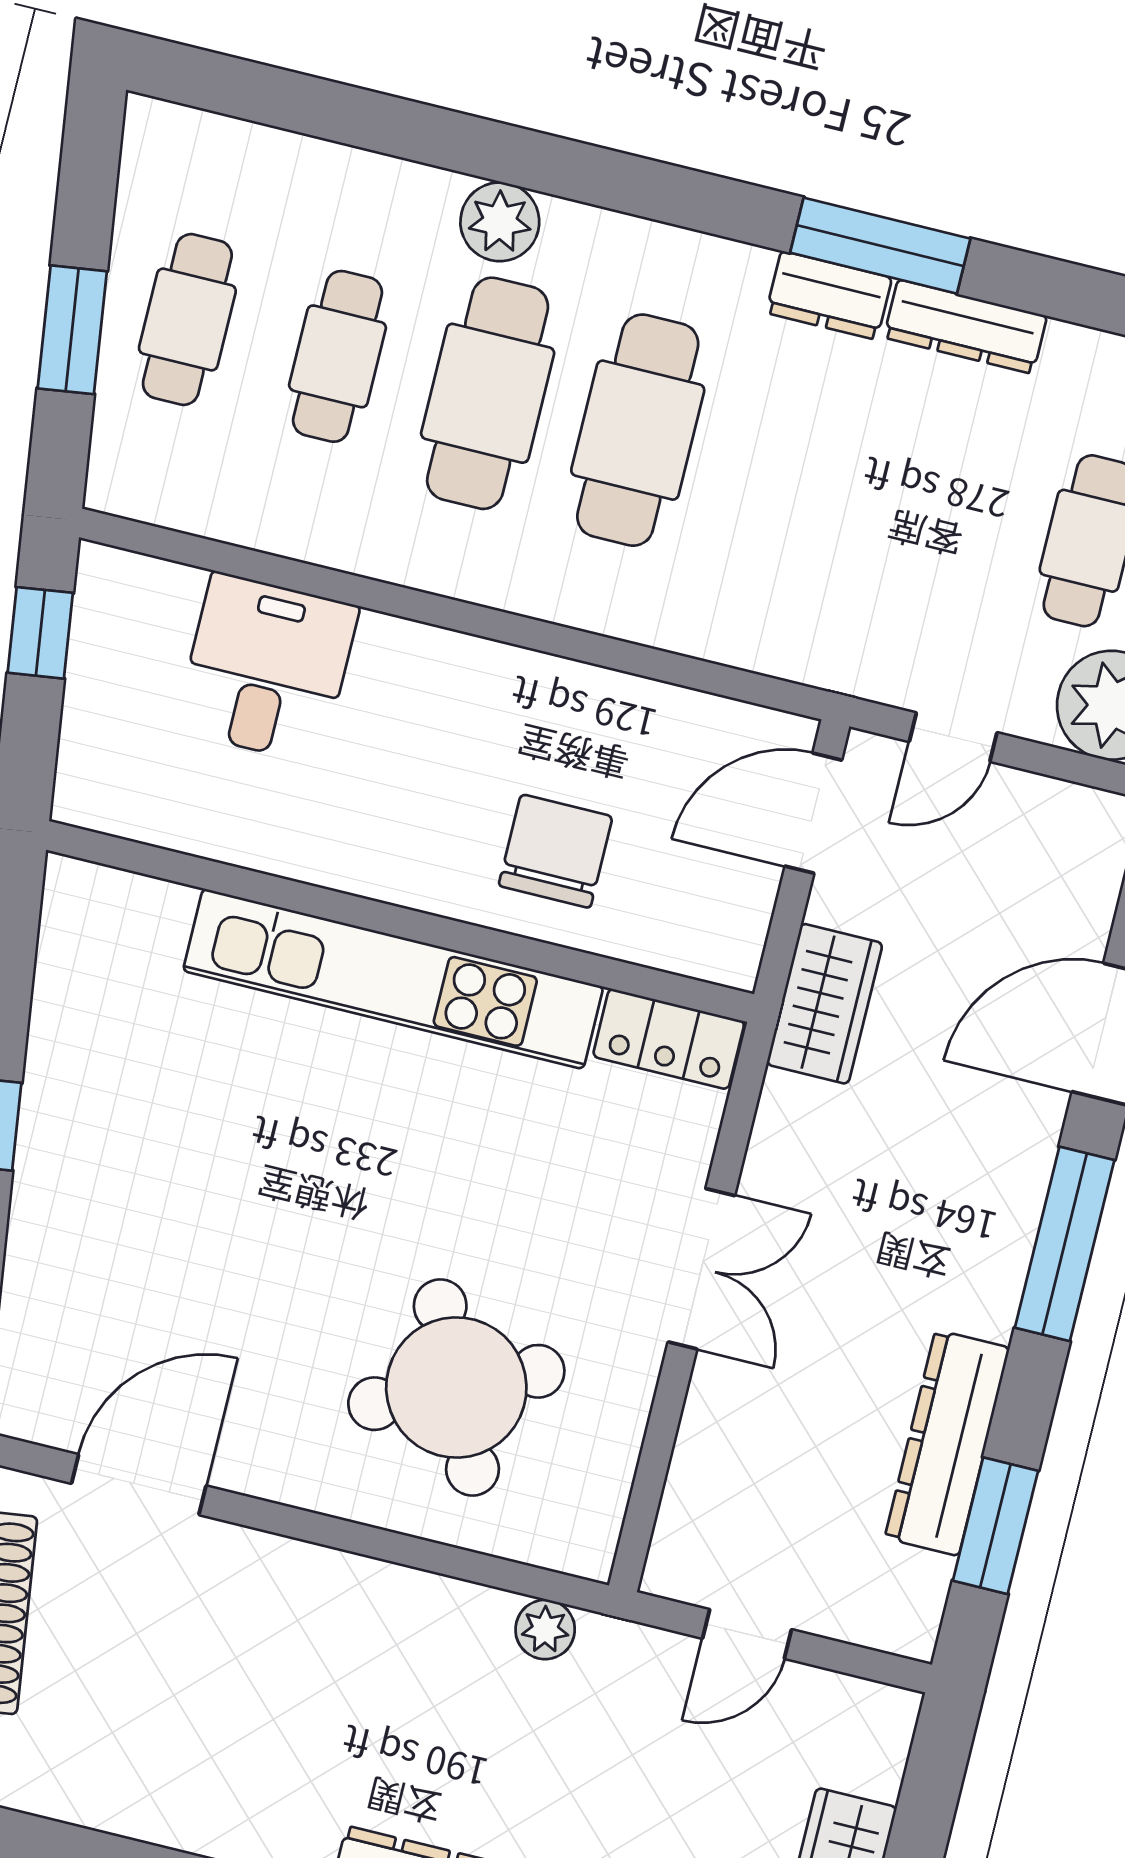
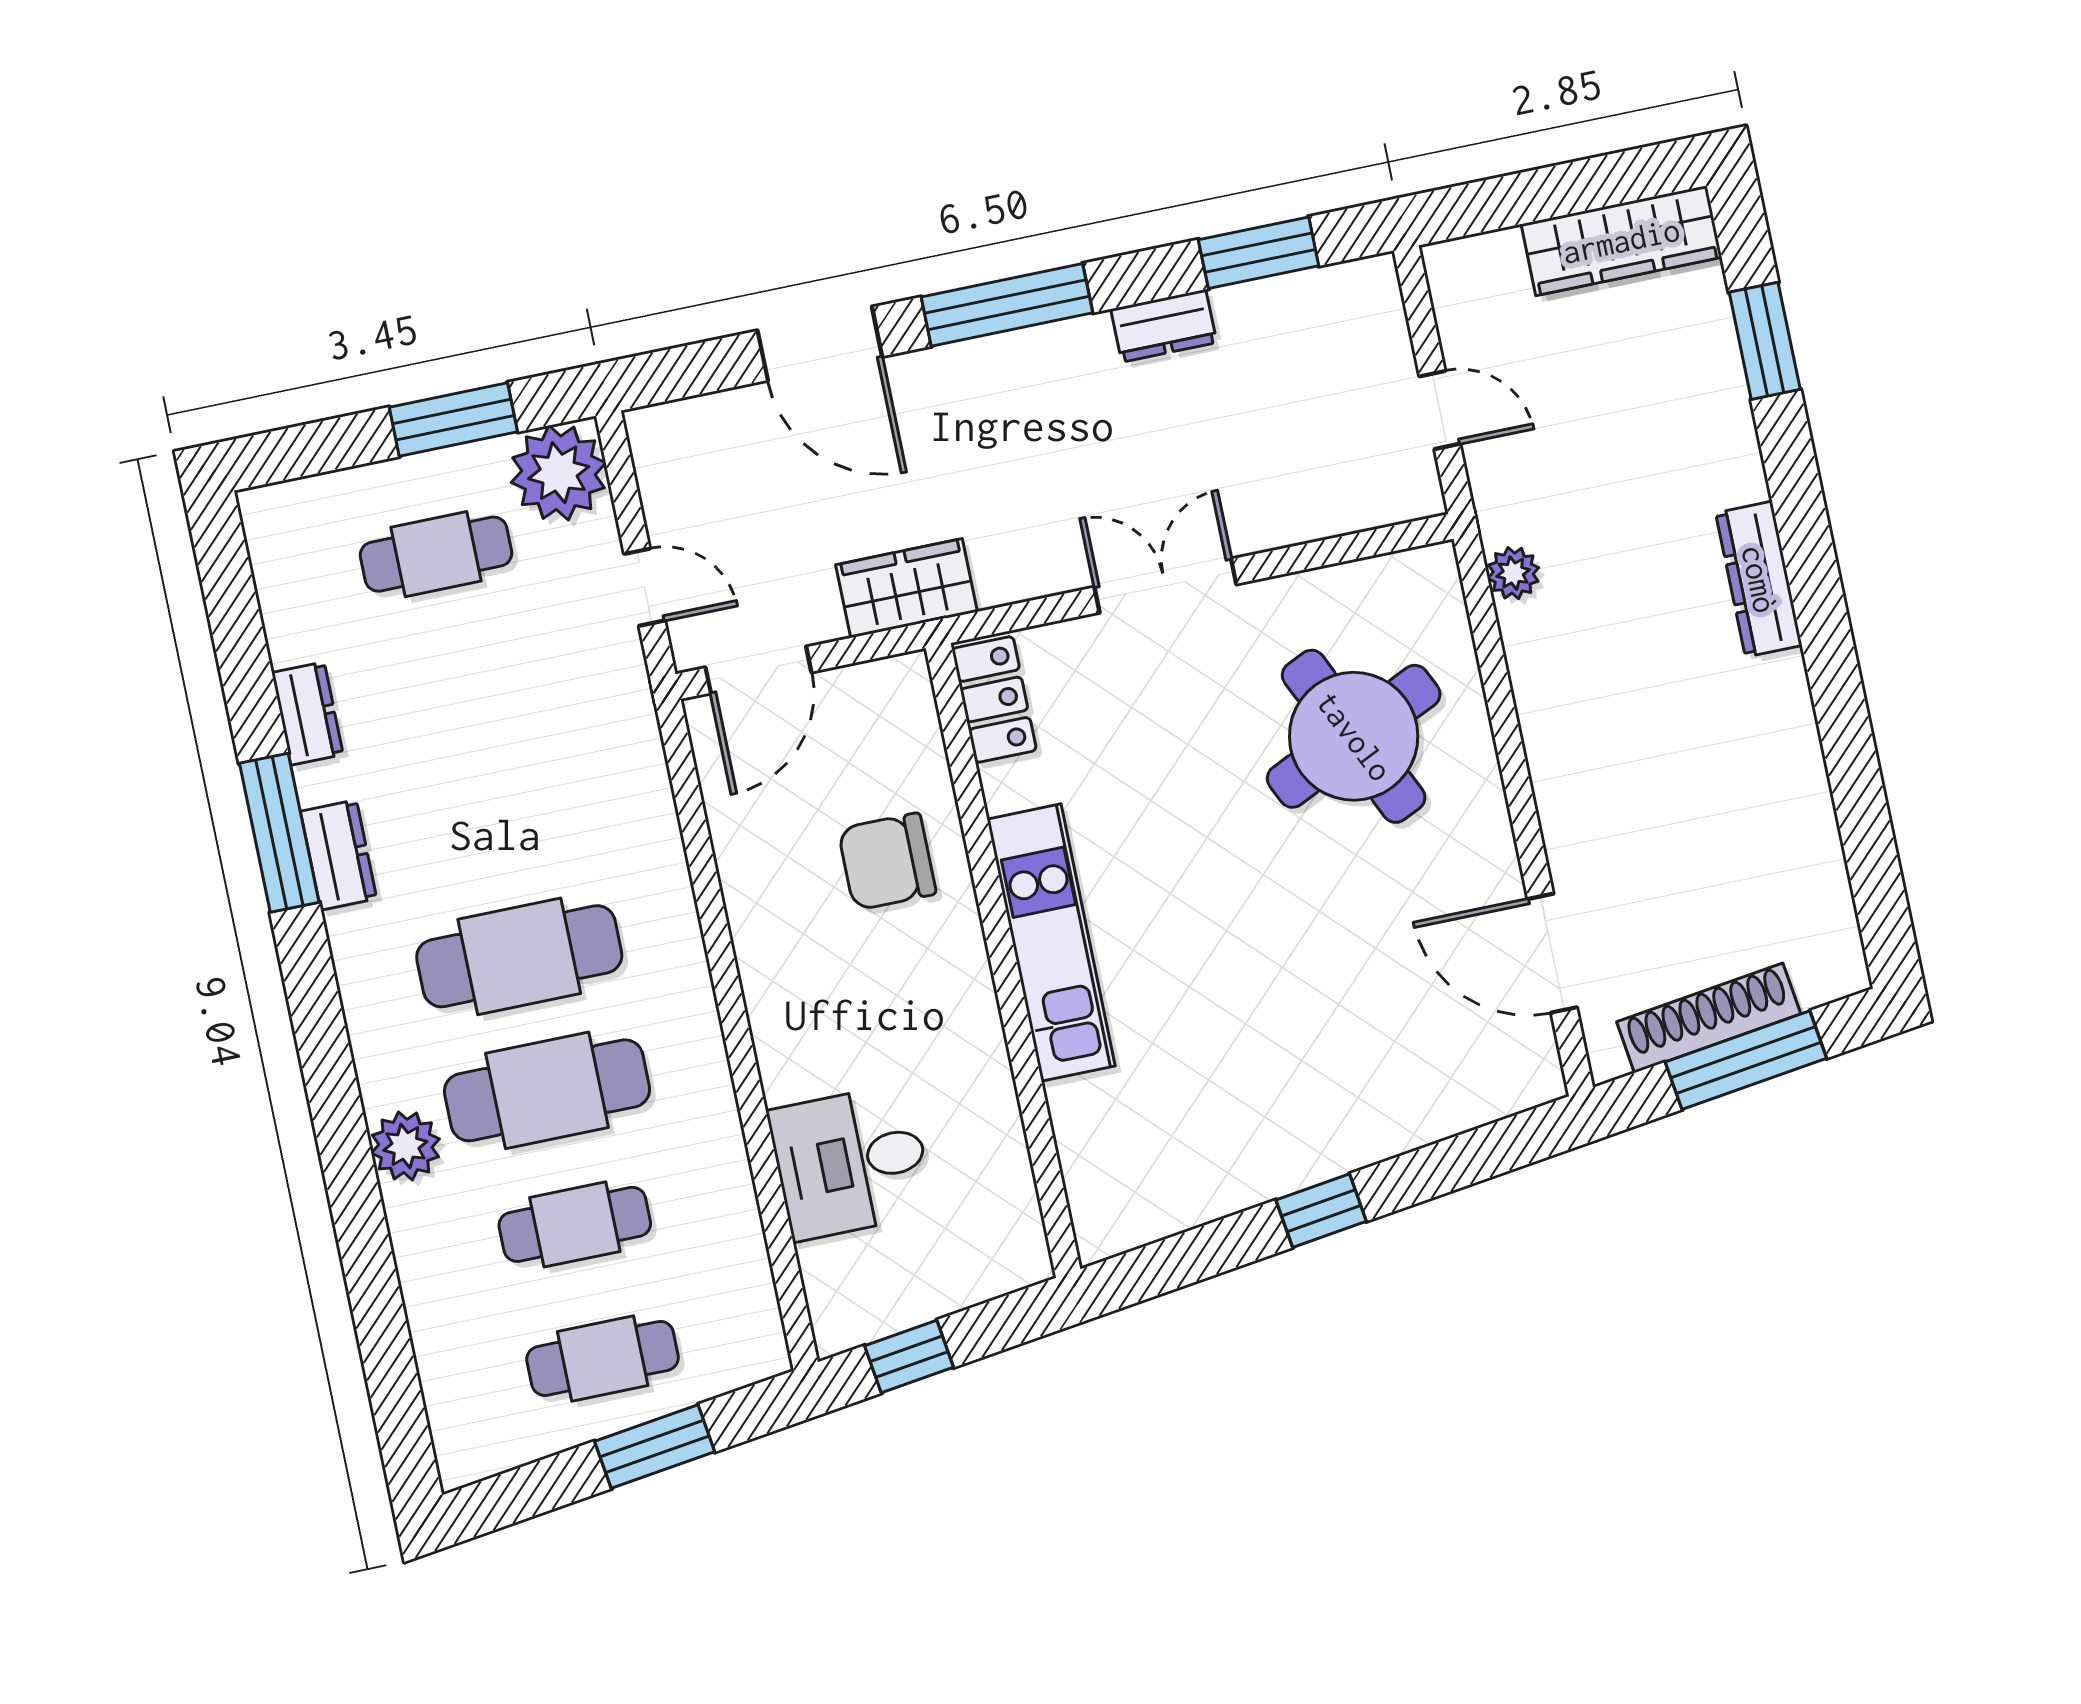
dresser: (965, 327) -> (307, 714), width x0.70
door: (813, 813) -> (758, 670), hinge flipped
kitchen unit: (393, 979) -> (1051, 943), width x0.73
dresser: (947, 1443) -> (1164, 326), width x0.51, depth x0.80

